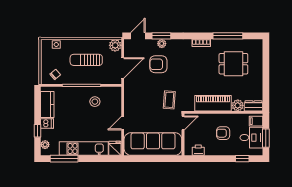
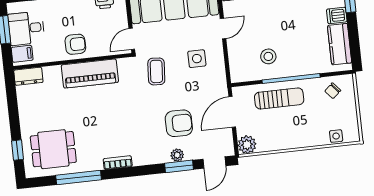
window: (266, 58) -> (18, 150), added
sun lounger: (86, 60) -> (279, 98), moved
dining table: (233, 64) -> (53, 149), moved
side table: (142, 105) -> (197, 59), added
plant: (238, 105) -> (52, 74), removed
armchair: (223, 133) -> (75, 44), moved

